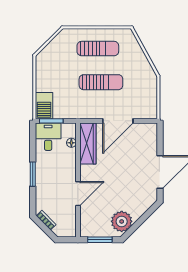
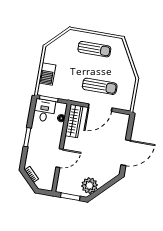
sun lounger: (101, 82) -> (100, 86), moved
barbecue: (44, 106) -> (47, 74), moved

